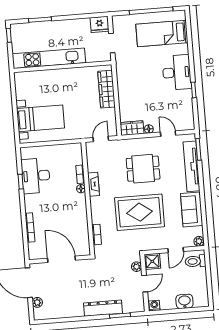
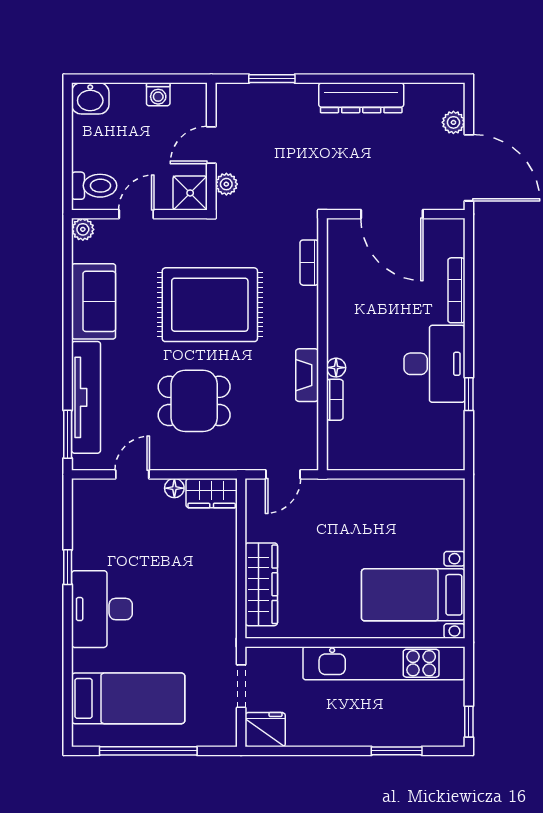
bed with nightstands: (41, 118) -> (413, 595), moved
door: (168, 134) -> (132, 474), swing flipped
desk: (36, 176) -> (434, 364), moved
washbasin: (184, 301) -> (90, 98), moved
washing machine: (154, 306) -> (158, 94), moved
dresser: (103, 308) -> (361, 98), moved

